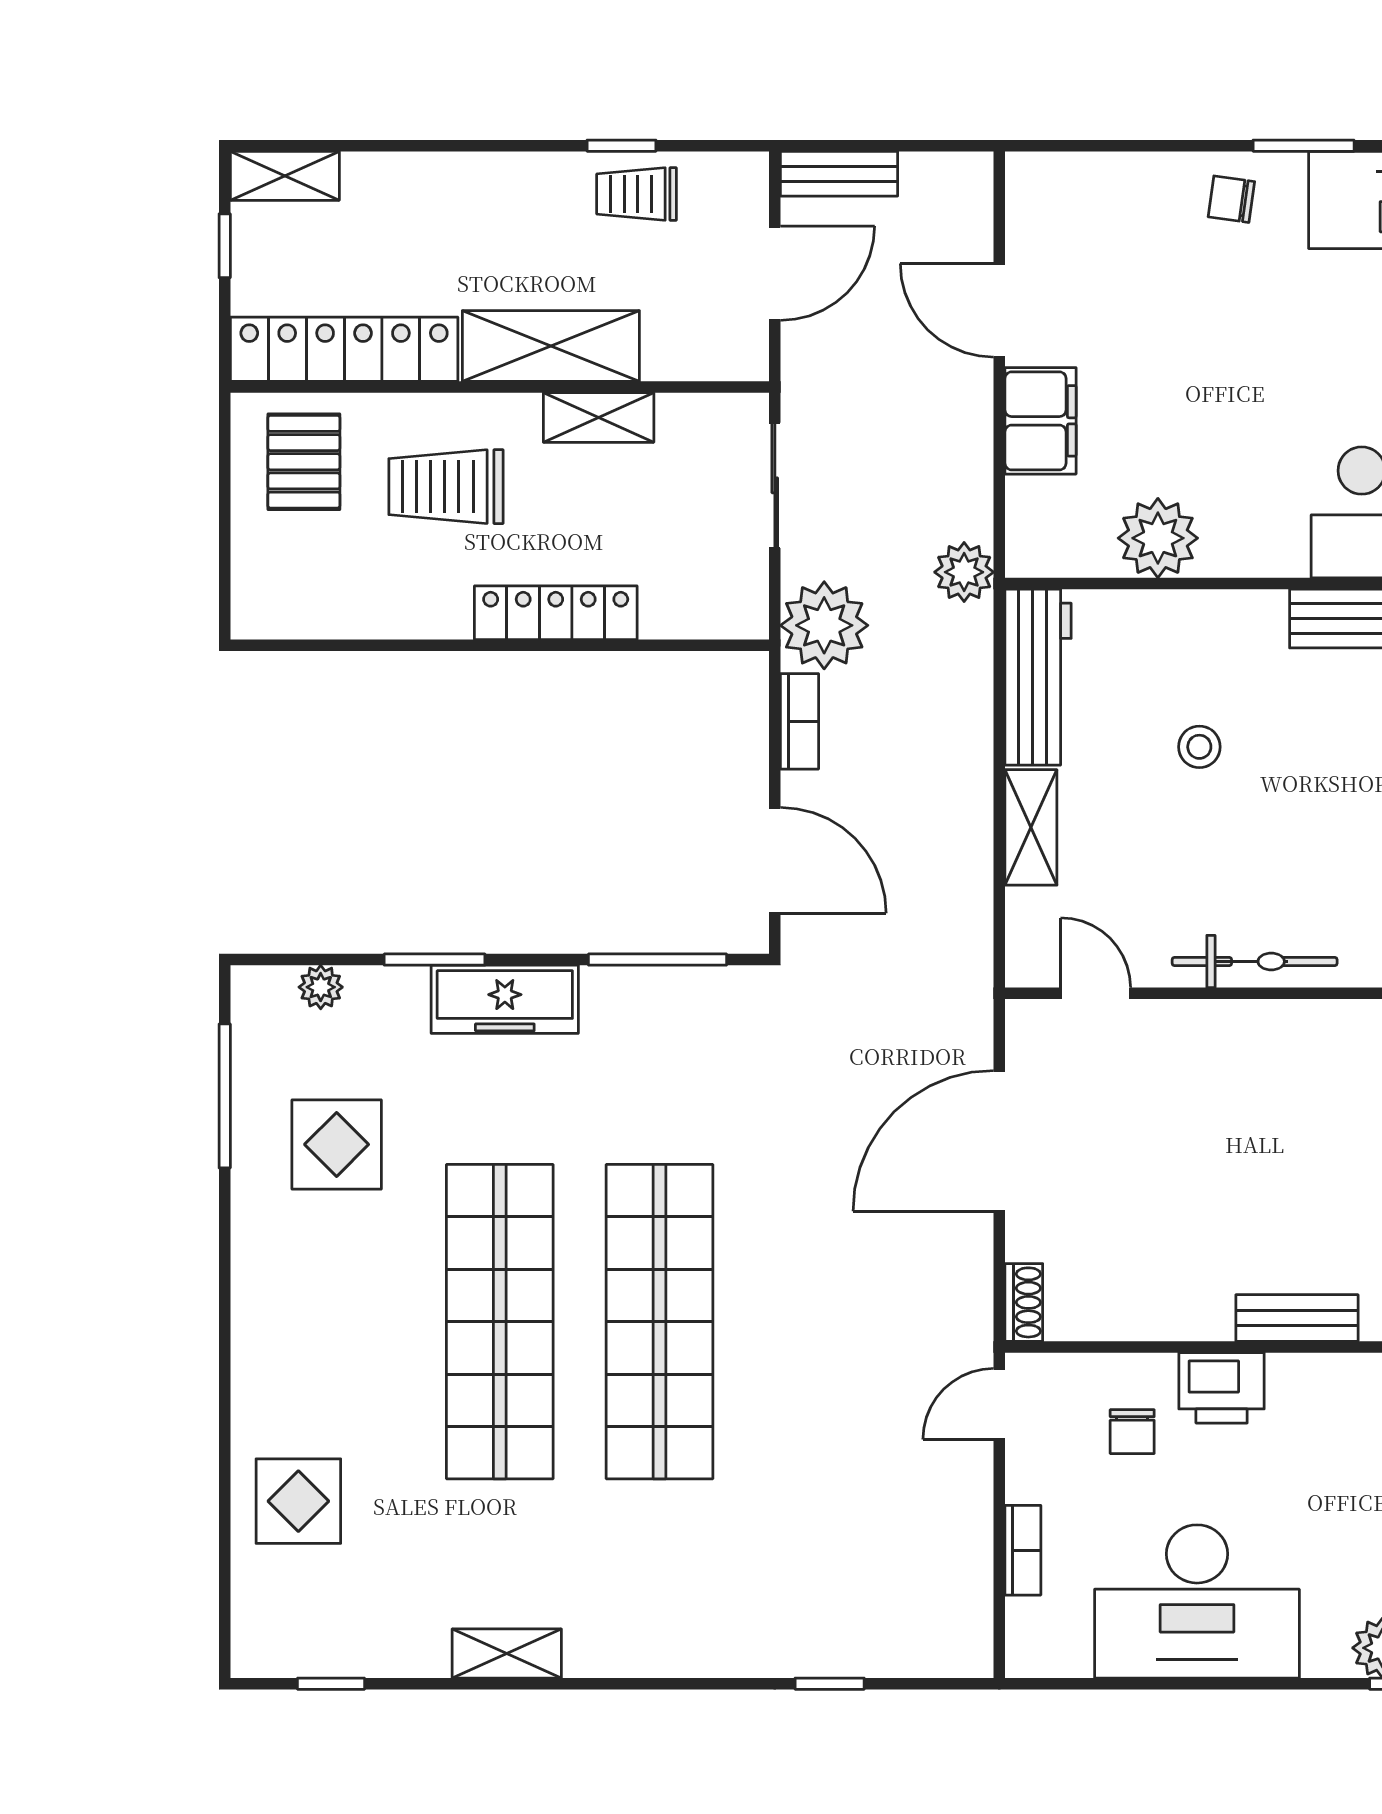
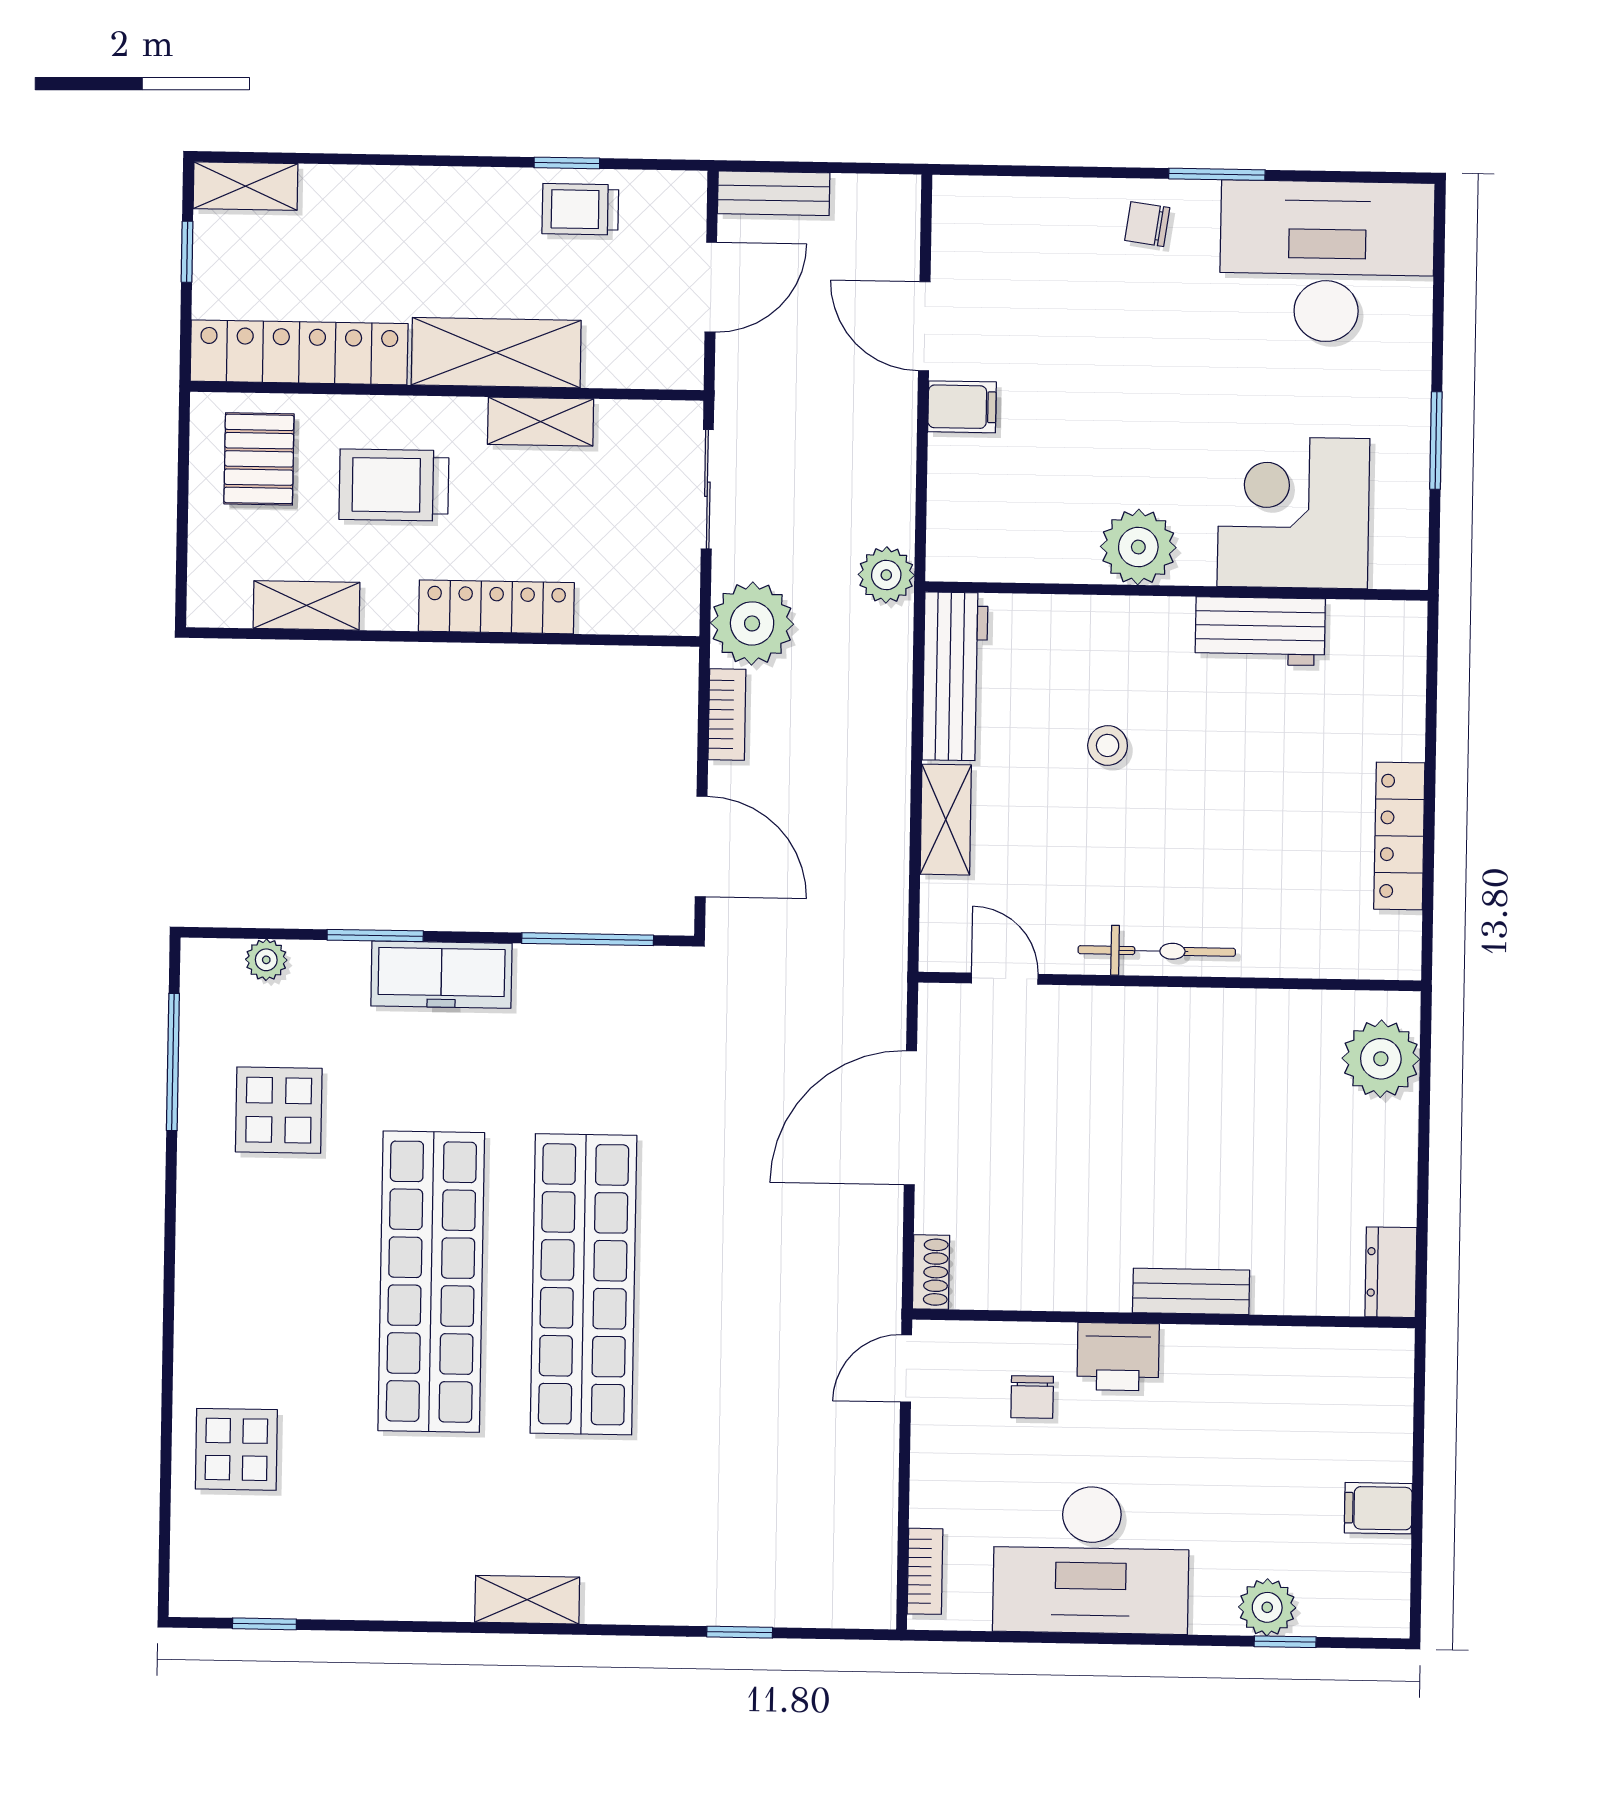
filing cabinet: (1040, 421) -> (962, 407), width x0.50
plant: (1158, 538) -> (1138, 547), moved
shelving: (356, 615) -> (306, 605), added
bookcase: (1023, 1550) -> (925, 1571), moved
shelving: (507, 1653) -> (527, 1600), moved

